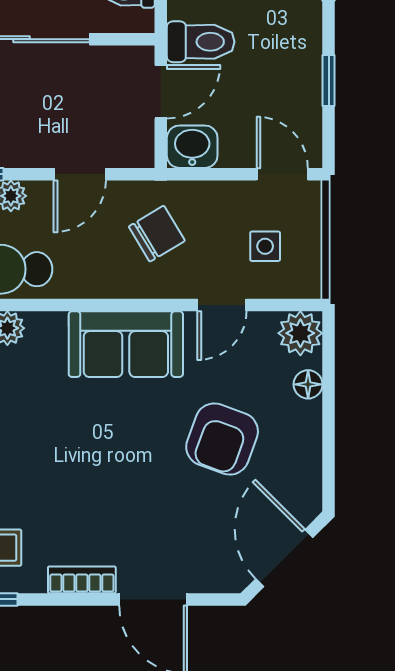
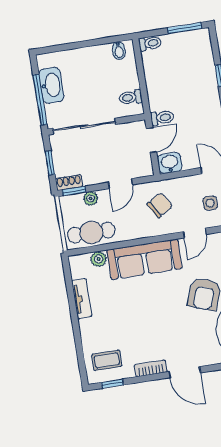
toilet: (201, 42) -> (162, 118), width x0.73, depth x0.72
sofa: (126, 344) -> (144, 259), width x1.36

